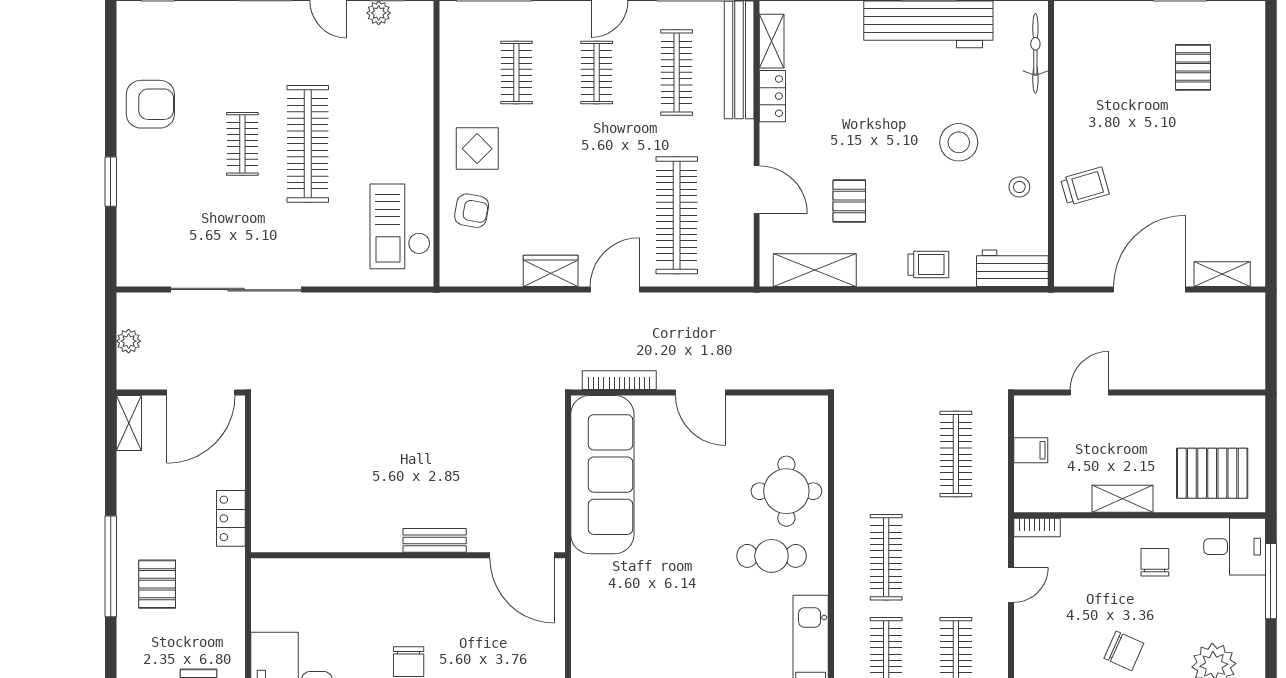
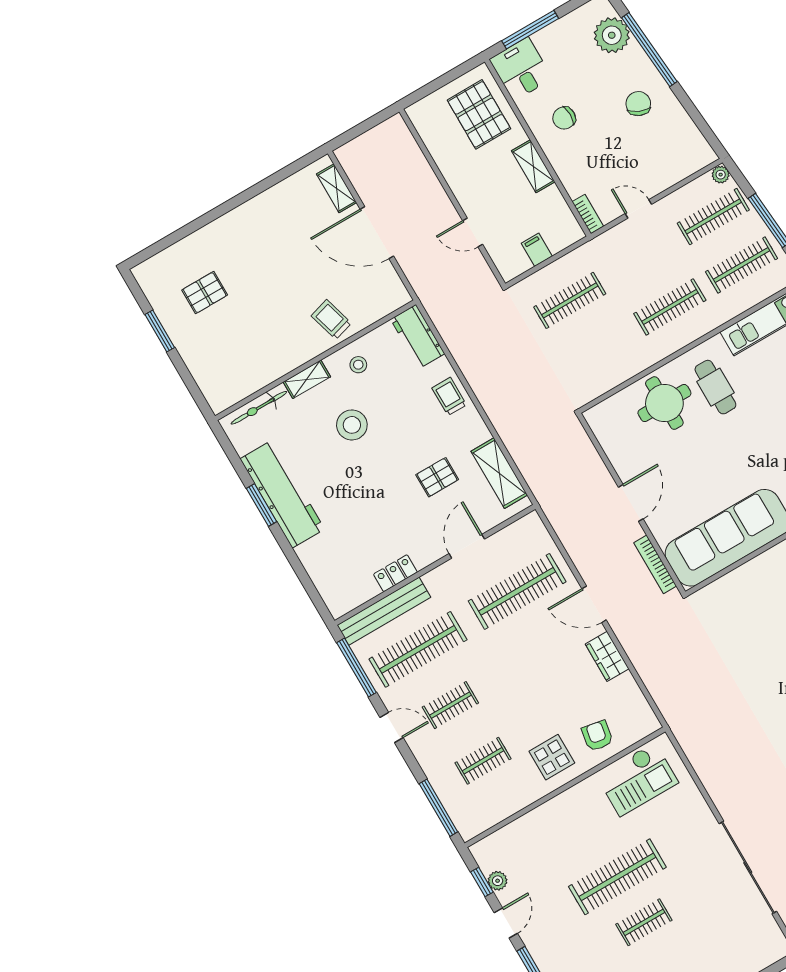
shelving: (772, 41) -> (307, 379), moved
clothes rail: (677, 72) -> (418, 649), width x1.37, depth x1.31

